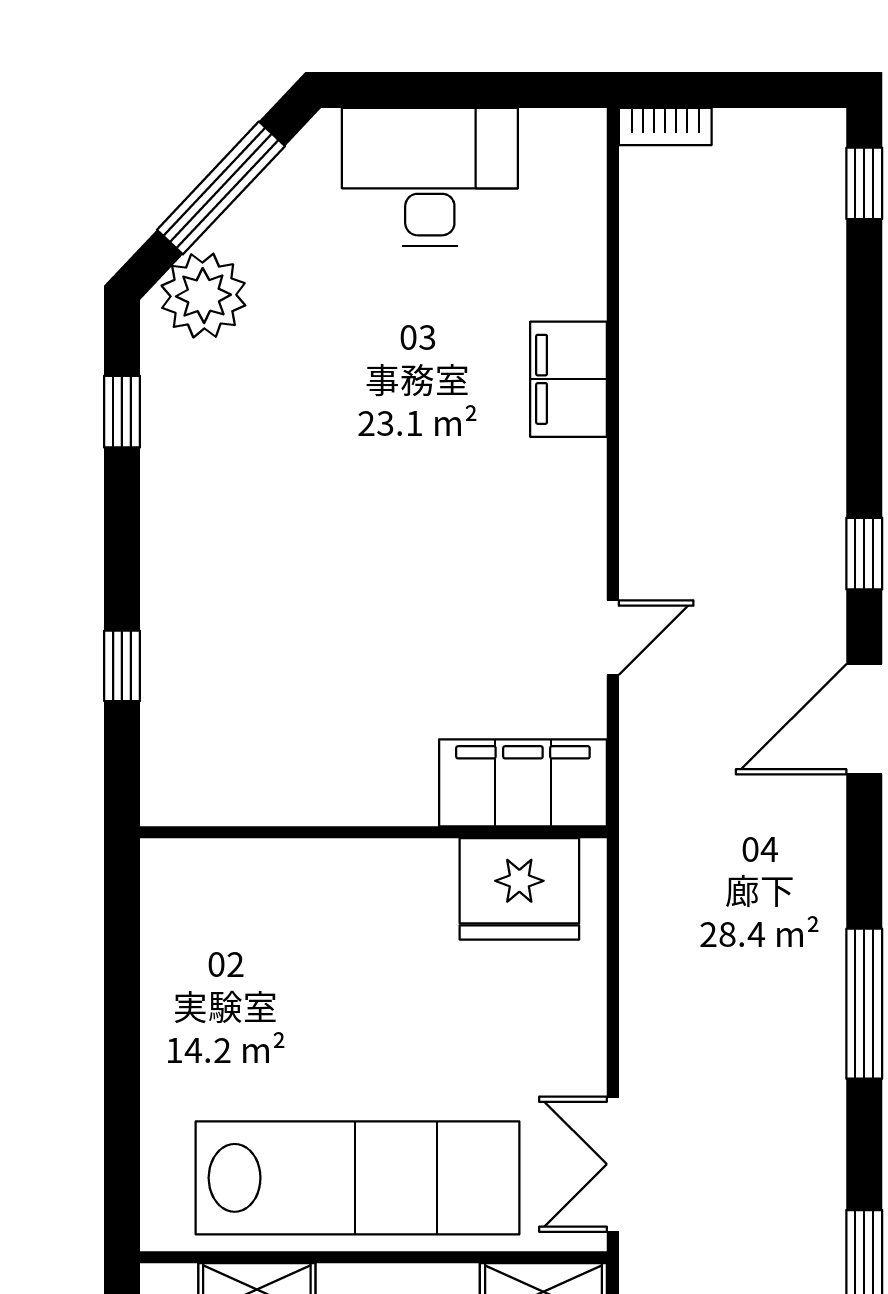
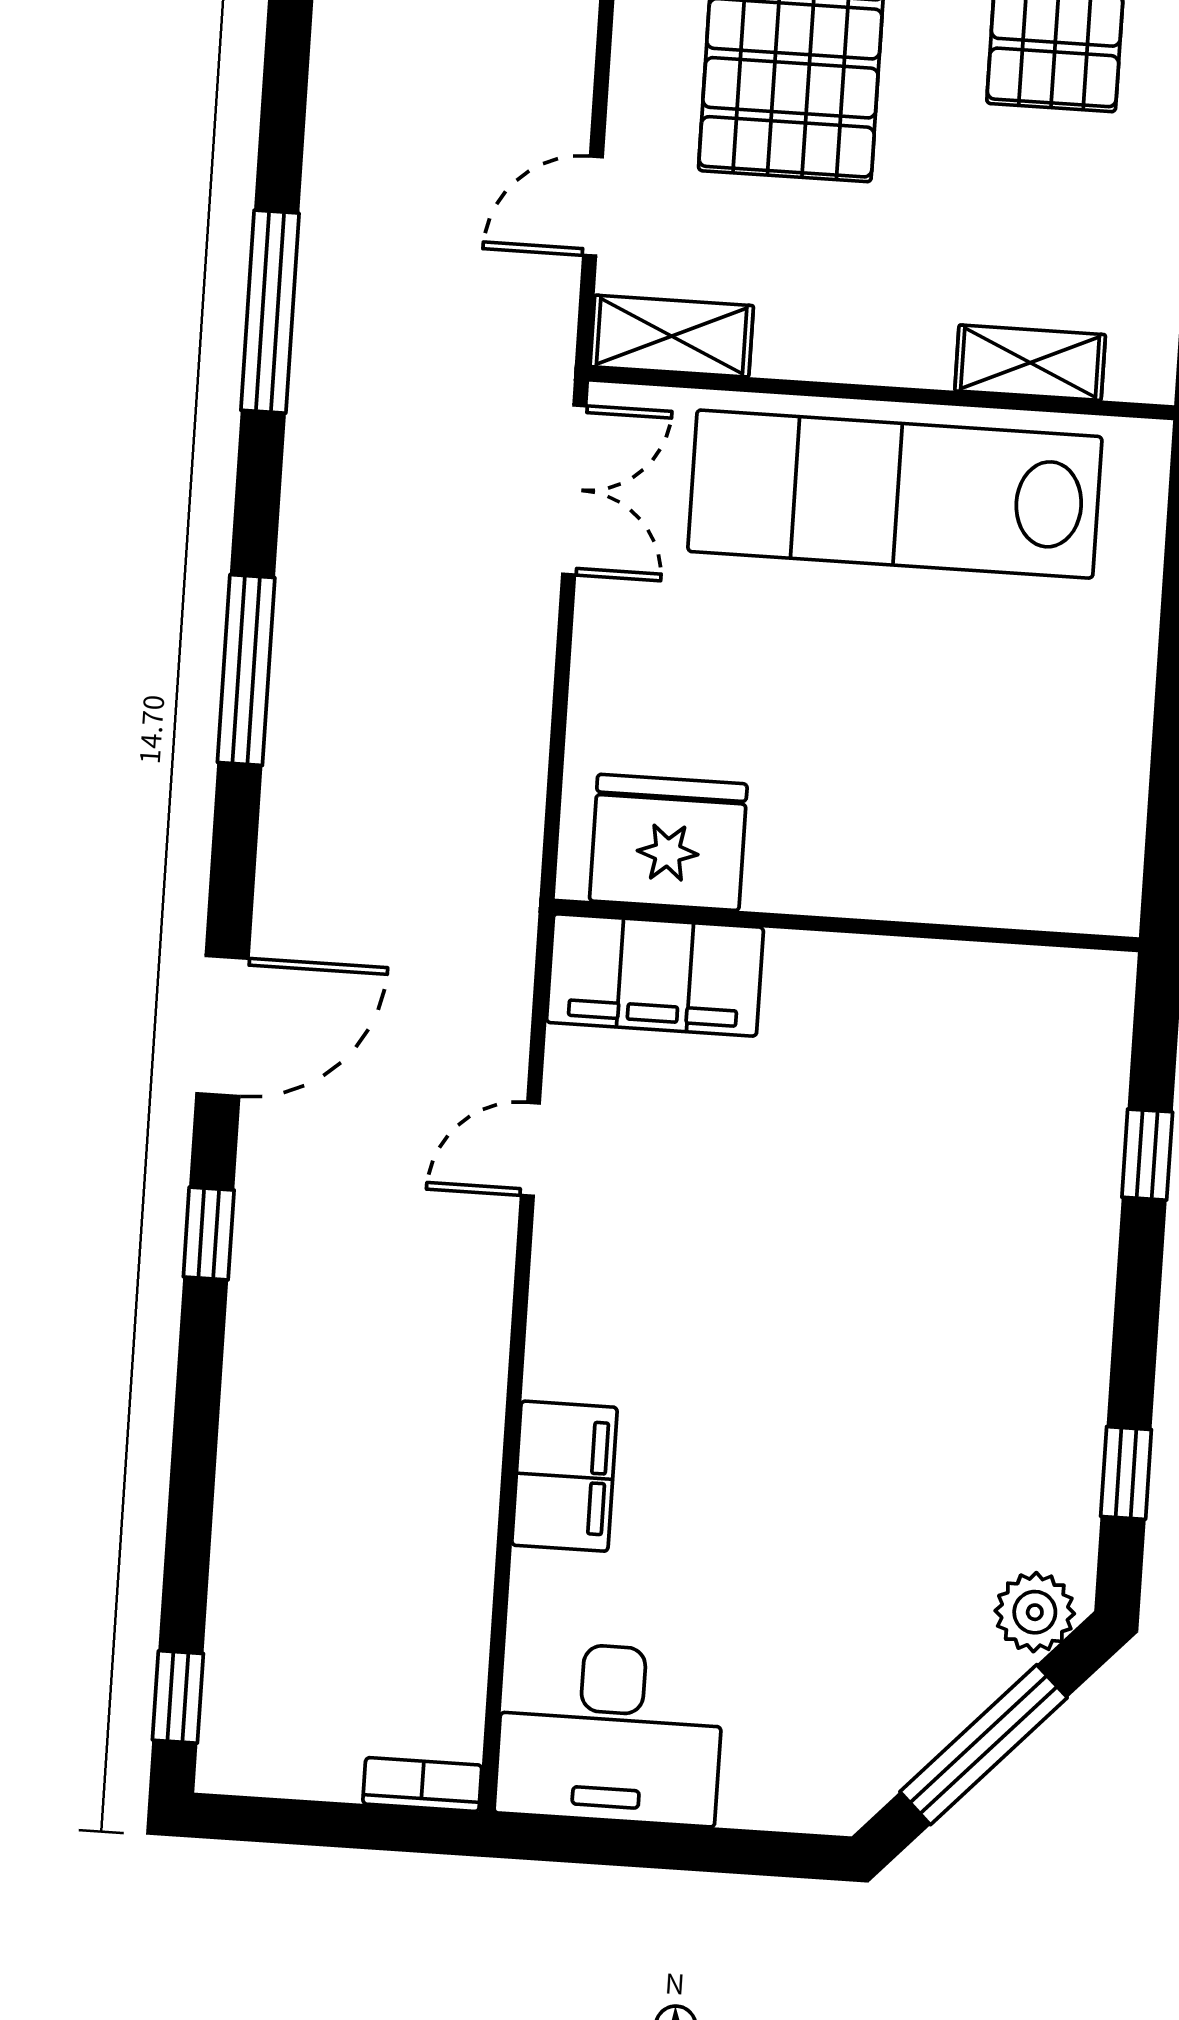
desk: (430, 177) -> (610, 1733), moved
plant: (203, 296) -> (1035, 1612), width x0.73, depth x0.73

